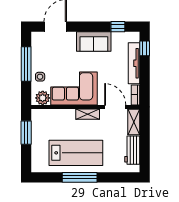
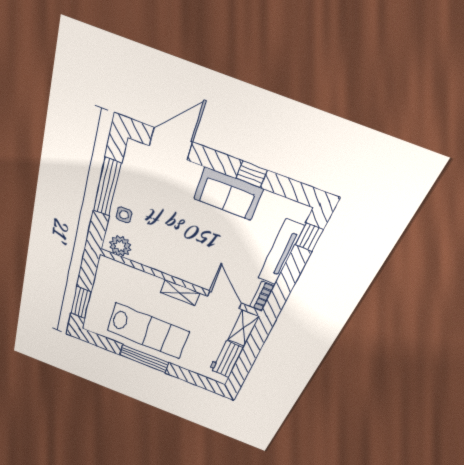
window: (118, 27) -> (252, 174), moved
corner sofa: (74, 89) -> (171, 252), removed
window: (26, 133) -> (81, 303), moved

